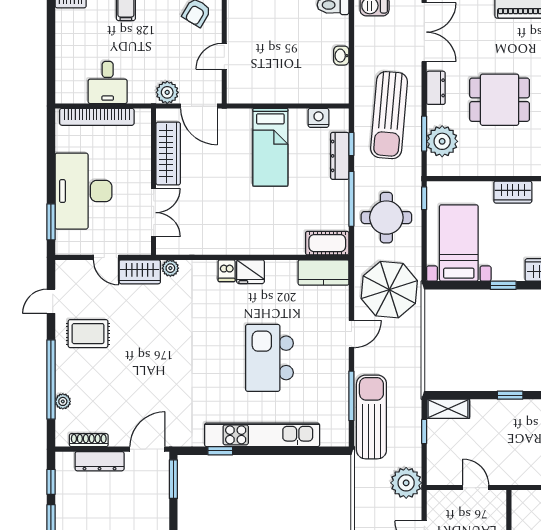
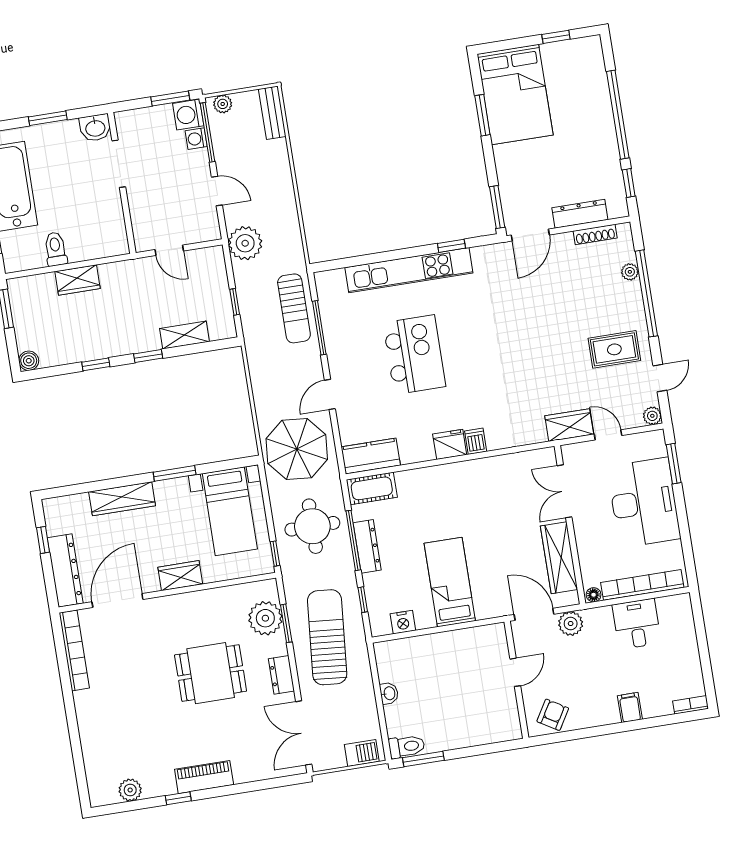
floor lamp: (142, 115) -> (594, 595), added
dresser: (340, 156) -> (367, 546), moved
plant: (170, 268) -> (652, 416), moved
window: (503, 285) -> (175, 473), width x1.50
shelving: (448, 409) -> (184, 335), moved
sun lounger: (371, 417) -> (294, 308), width x0.73, depth x0.75

